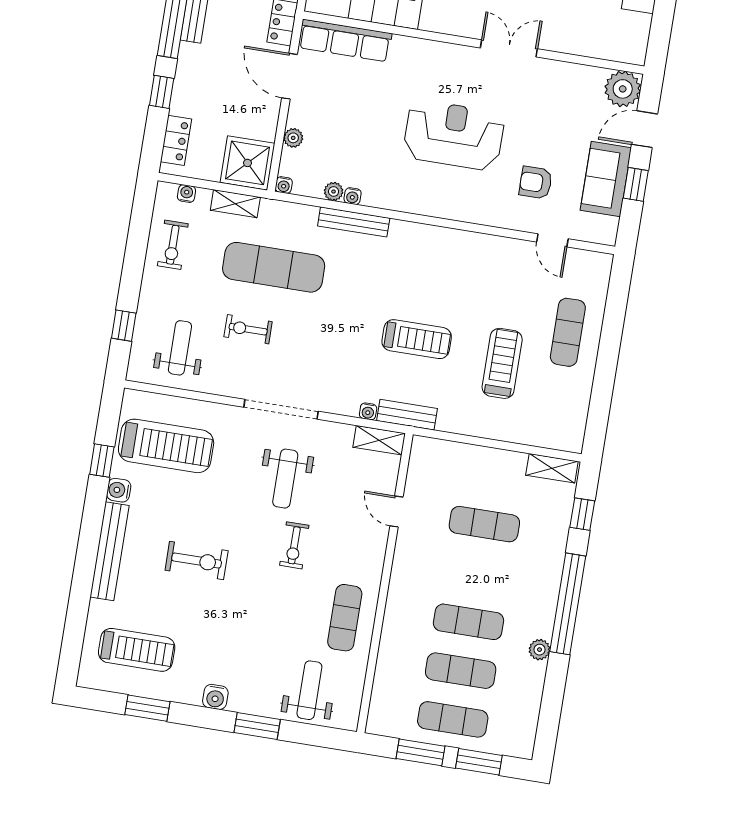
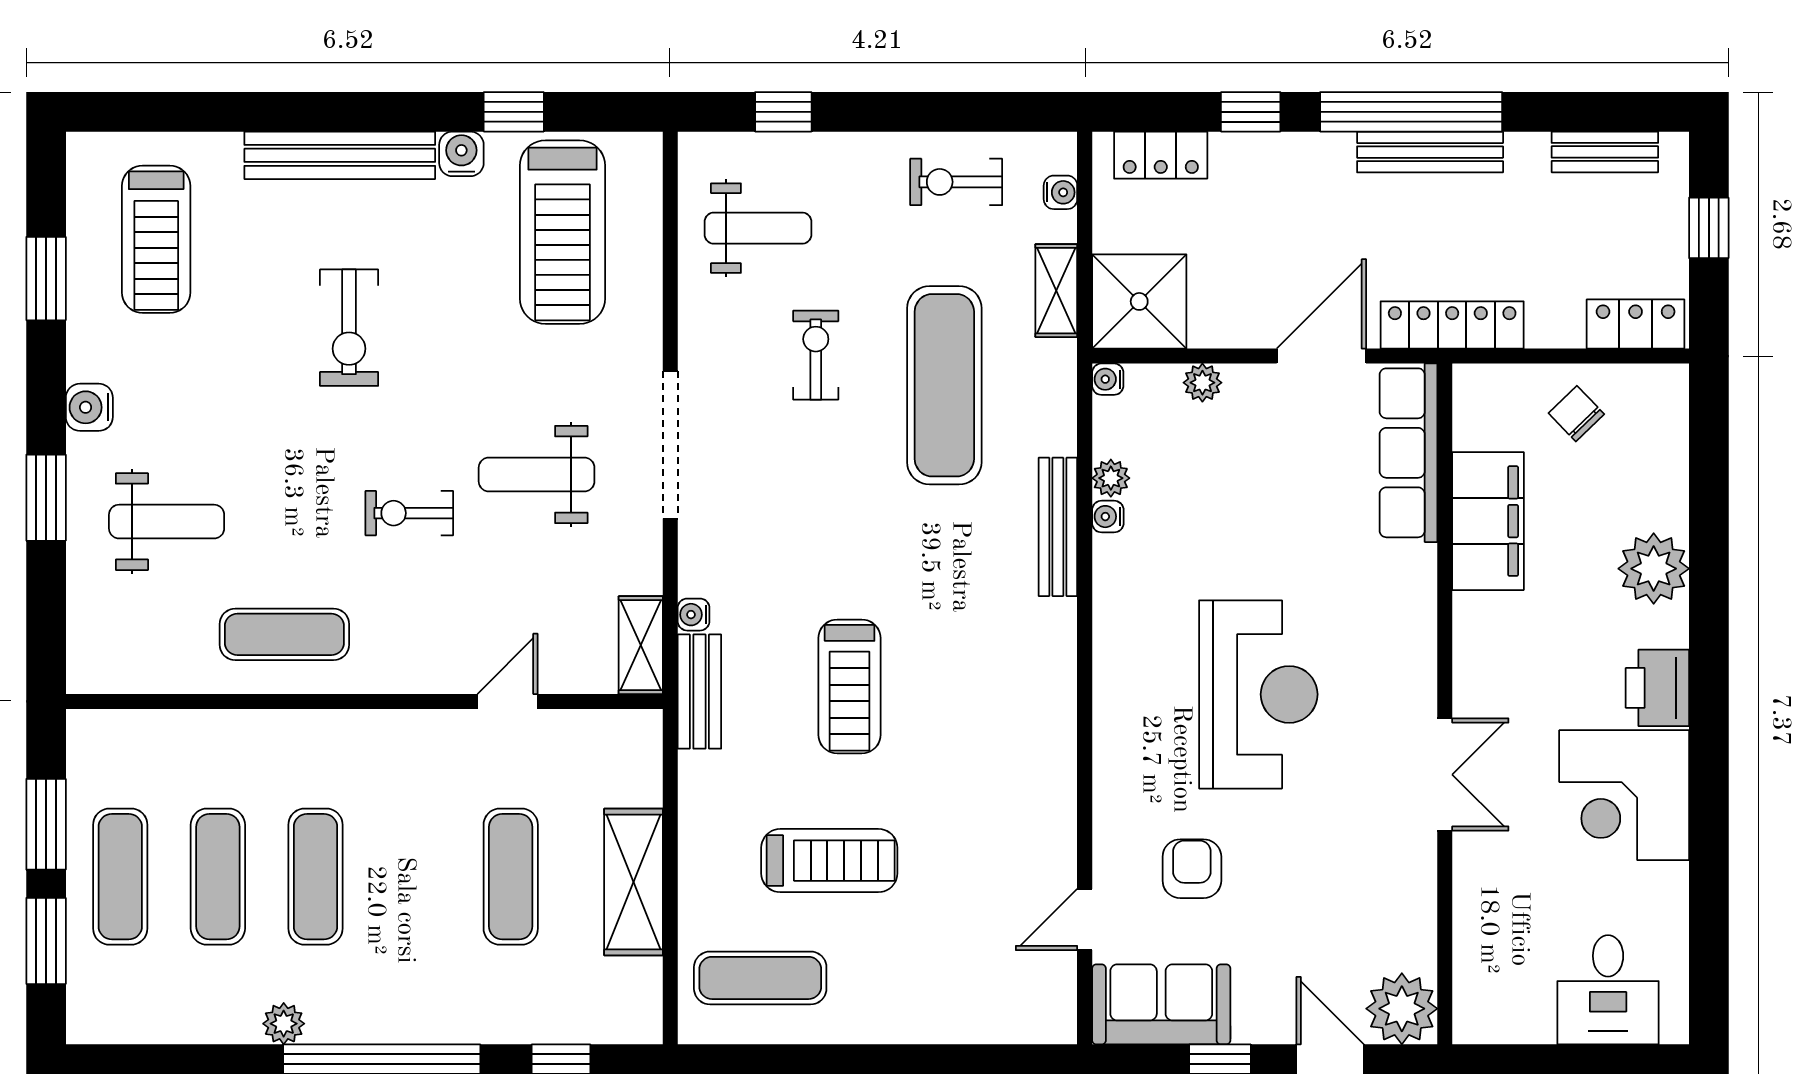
sofa: (606, 179) -> (1161, 1004), moved
exercise mat: (568, 332) -> (760, 978), moved
shelving: (552, 468) -> (633, 882), moved, width x1.50, depth x1.33
weight bench: (309, 690) -> (167, 522), moved

